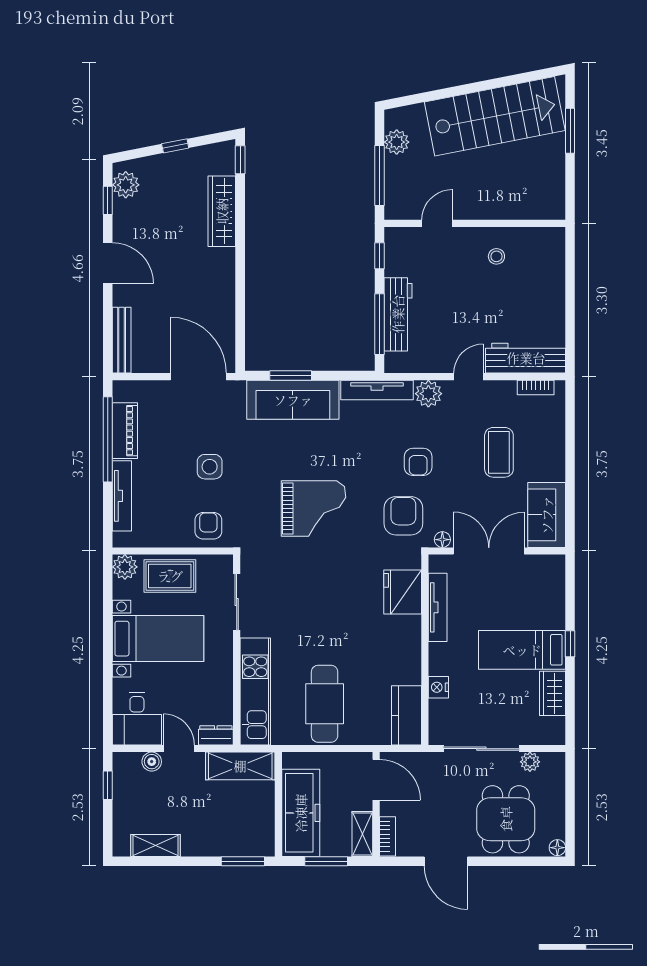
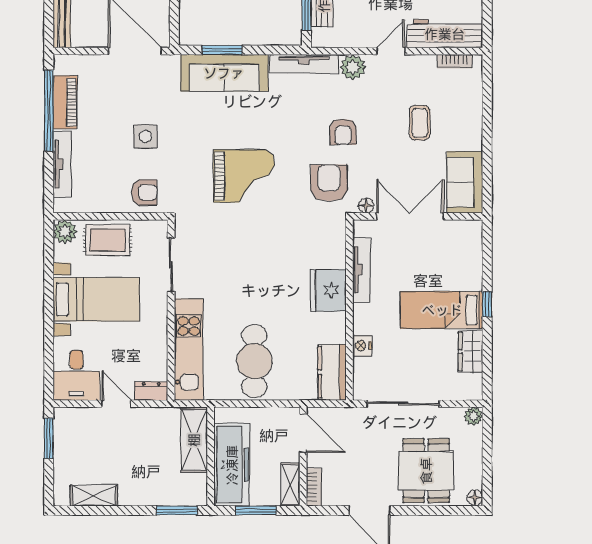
coffee table: (499, 452) -> (420, 123), width x0.73, depth x0.77
armchair: (208, 526) -> (144, 192), turned 90
fridge: (403, 592) -> (328, 290), moved
boiler: (152, 762) -> (90, 416), removed
plant: (530, 762) -> (473, 416), moved
shelving: (240, 766) -> (194, 440), moved, turned 90
window: (108, 785) -> (49, 439), width x1.50

